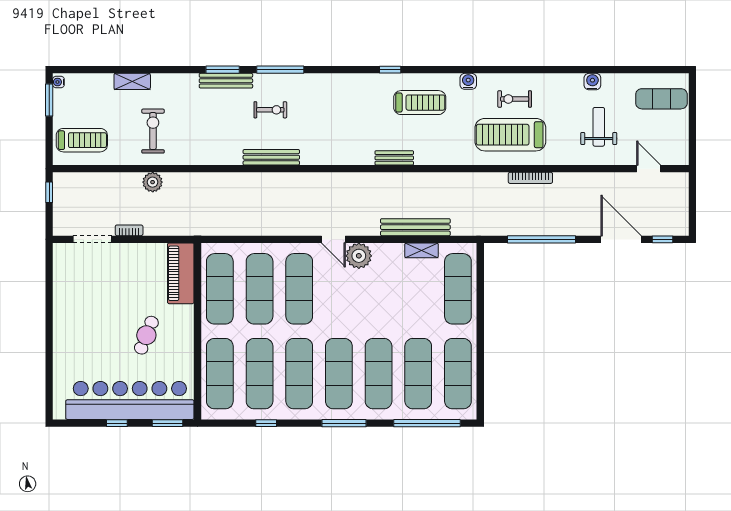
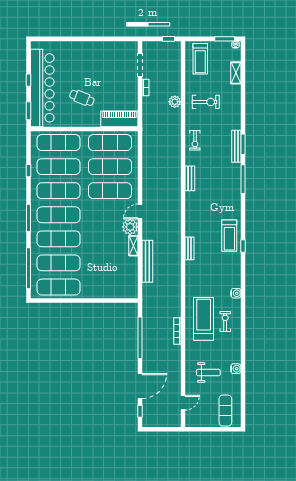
shelving: (132, 81) -> (236, 73), moved
treadmill: (420, 103) -> (229, 236), moved
exercise bike: (270, 110) -> (195, 140), moved
bench: (271, 157) -> (190, 178), width x0.73
shelving: (422, 250) -> (133, 246), moved
exercise mat: (458, 289) -> (110, 287), removed

